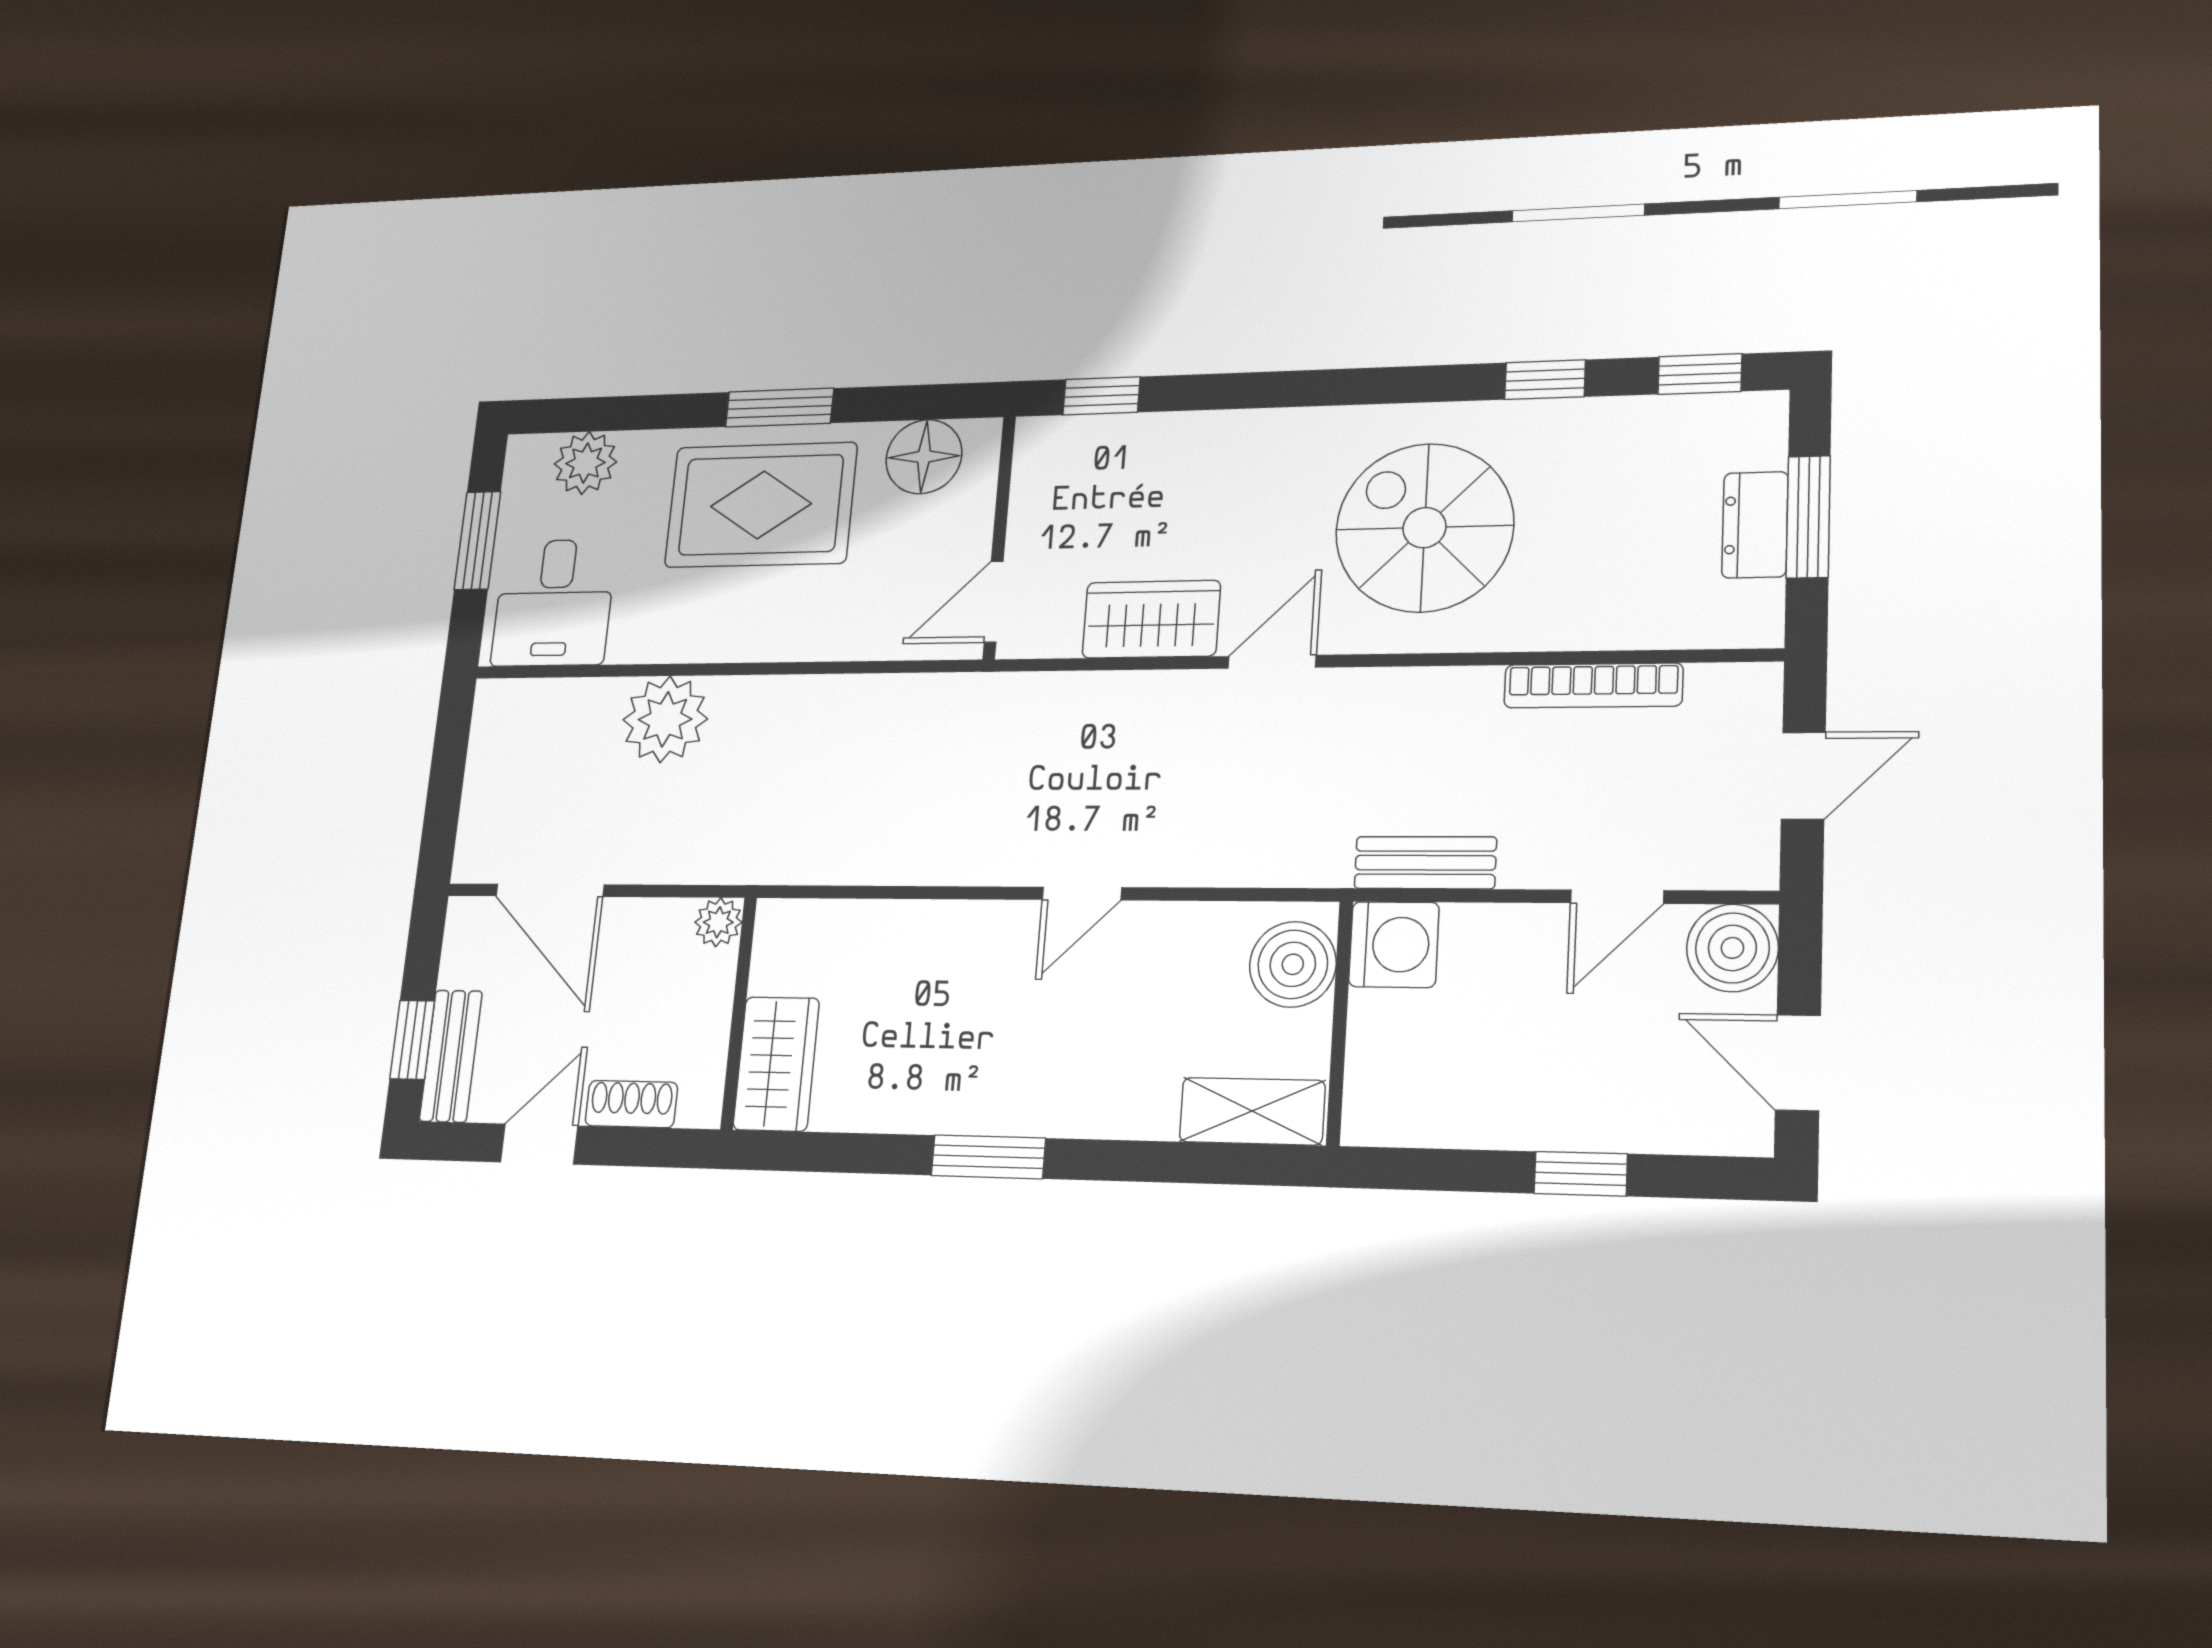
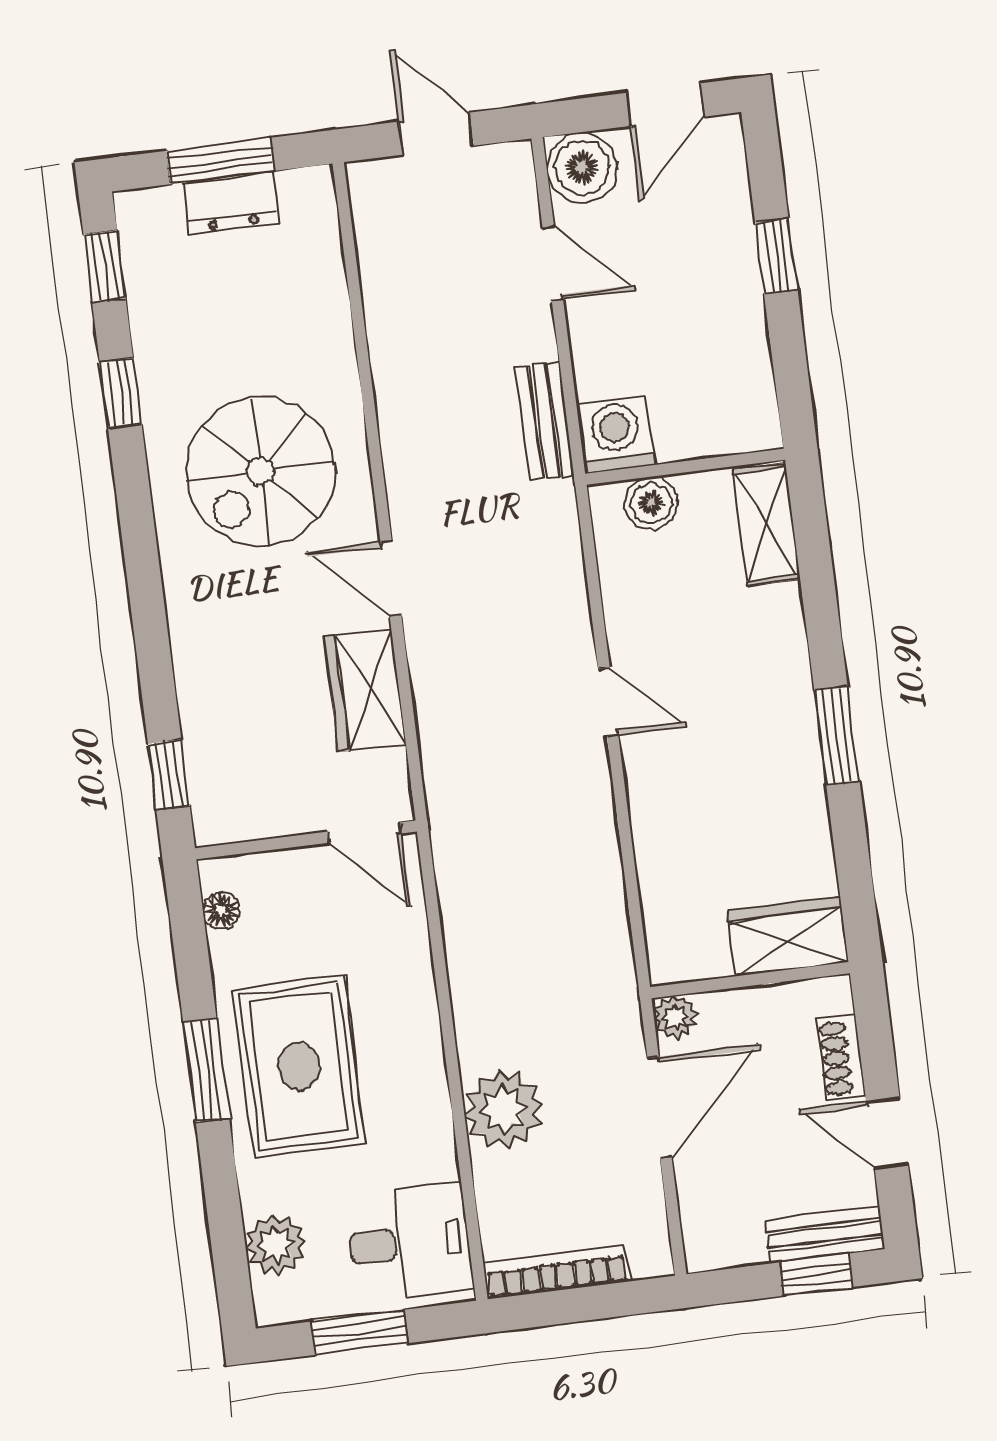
floor lamp: (924, 457) -> (221, 910), width x0.53, depth x0.53
bookcase: (1593, 685) -> (556, 1272), moved, turned -90
door: (550, 890) -> (660, 1108), moved
boiler: (1293, 964) -> (651, 503), width x0.73, depth x0.73

